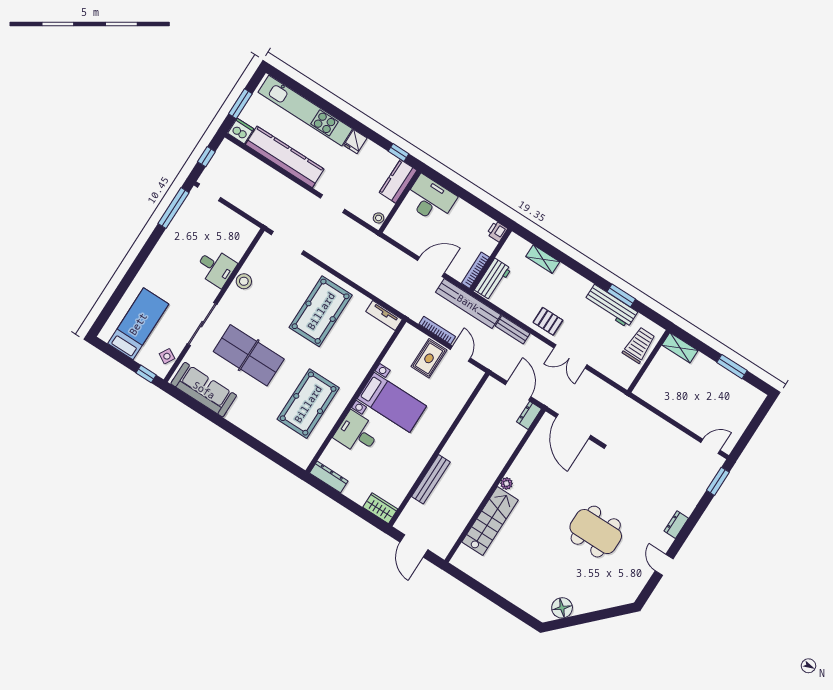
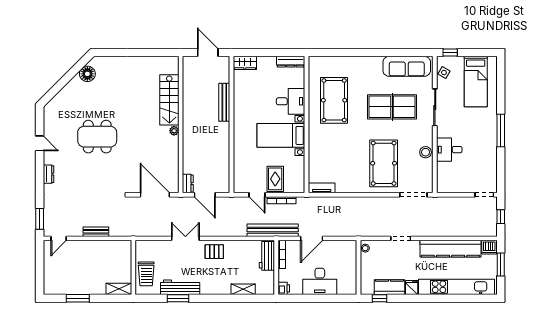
kitchen counter: (398, 181) -> (390, 287), moved, turned -90
desk: (430, 199) -> (320, 281), moved
window: (173, 208) -> (501, 131), moved
pool table: (321, 311) -> (384, 163), moved
bench: (513, 330) -> (96, 232), moved

